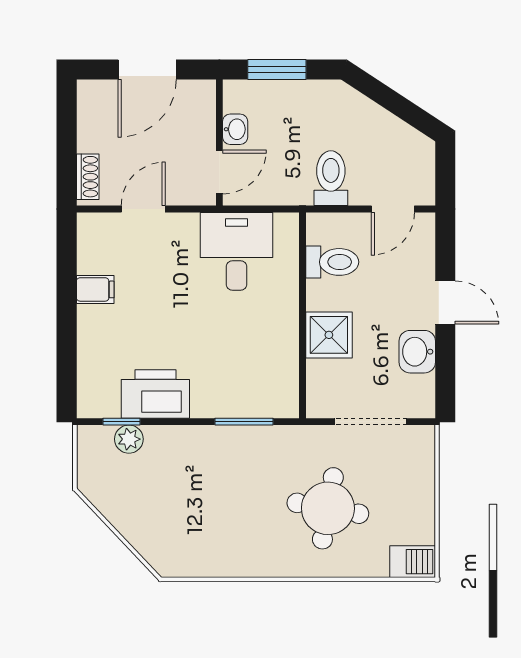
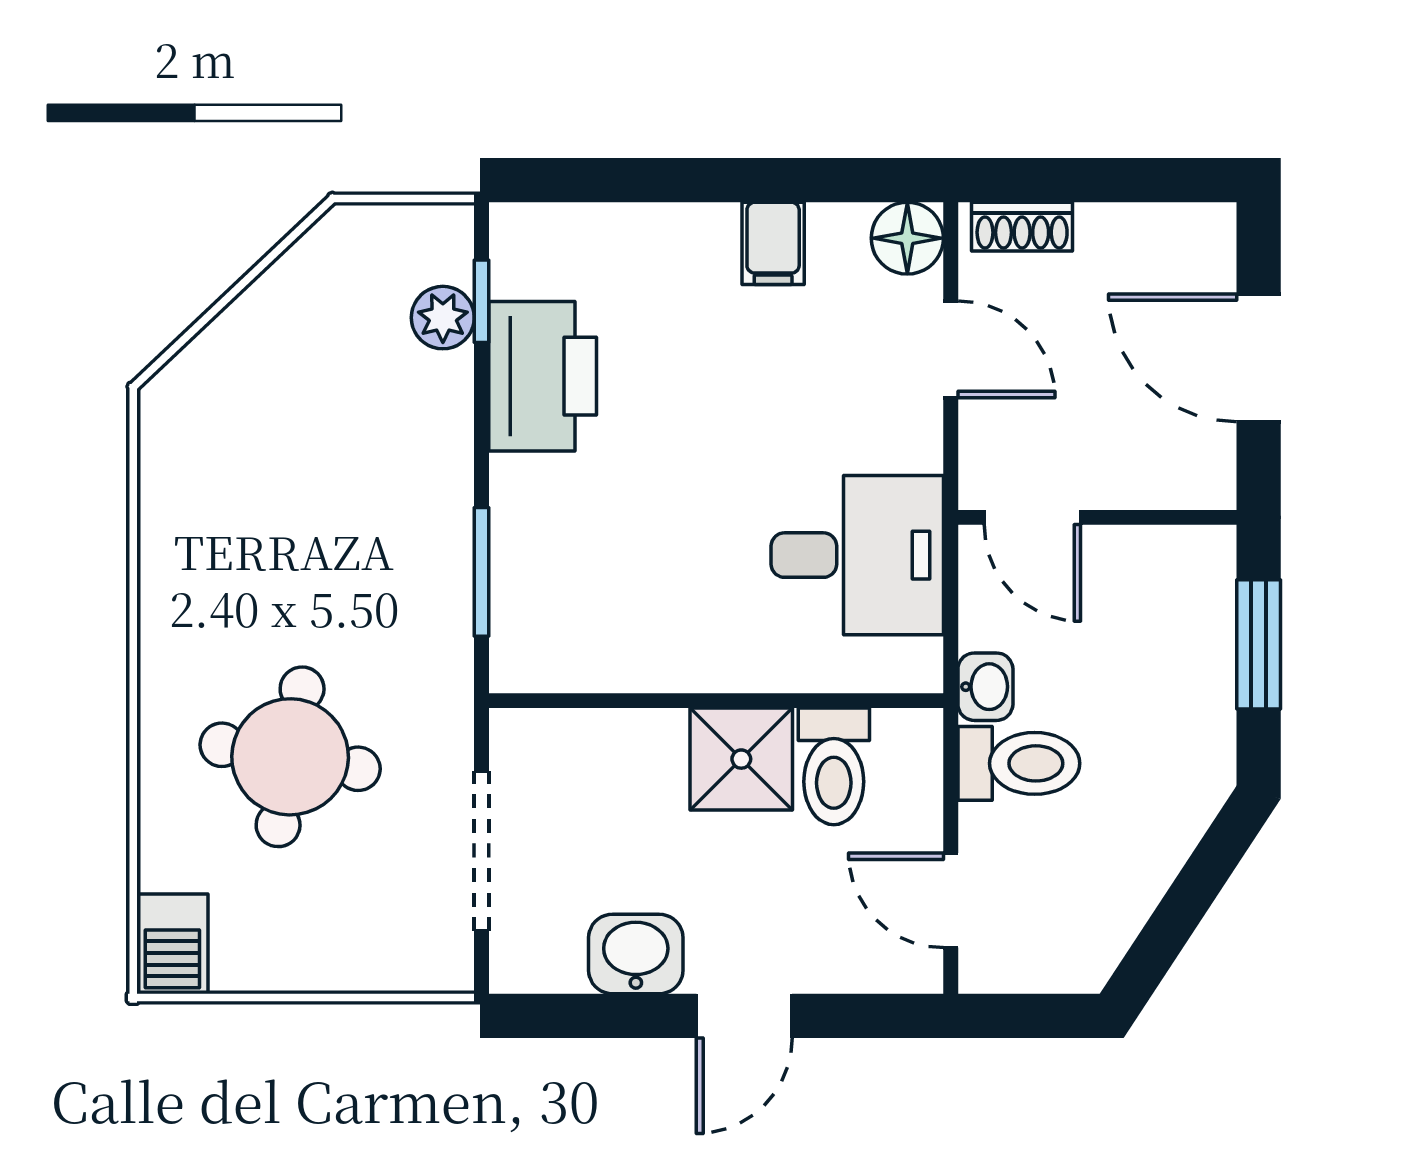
washbasin: (235, 129) -> (985, 687), moved, turned -90
floor lamp: (93, 229) -> (907, 238), added
shower: (329, 335) -> (741, 759), moved

